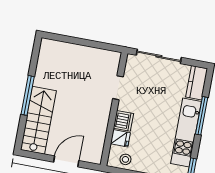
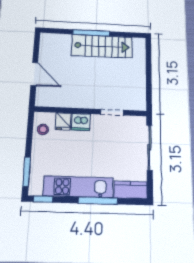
stairs: (38, 120) -> (102, 46), moved

